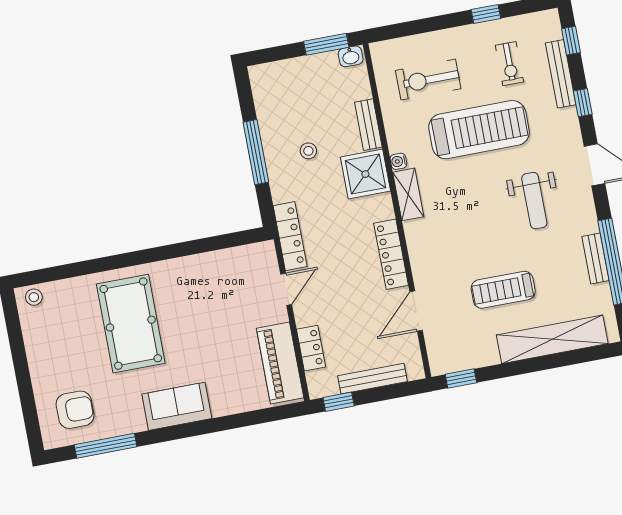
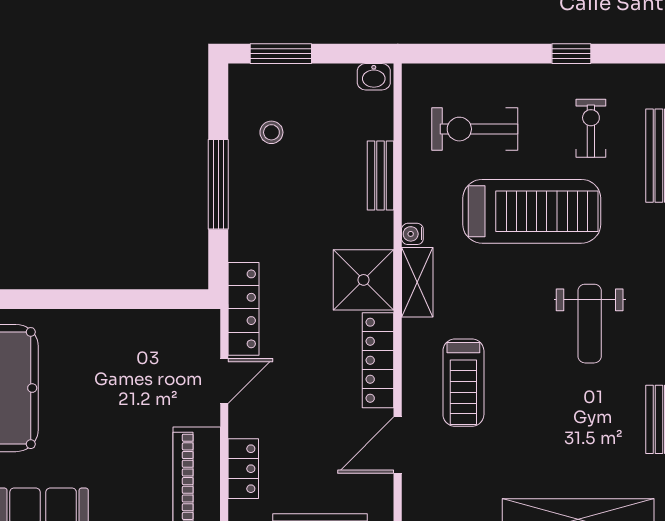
window: (326, 44) -> (281, 54), moved
exercise bike: (509, 64) -> (591, 128), turned 180
stool: (308, 151) -> (271, 132), moved
shower: (365, 174) -> (364, 280), moved
treadmill: (503, 290) -> (463, 383), moved, turned -90

